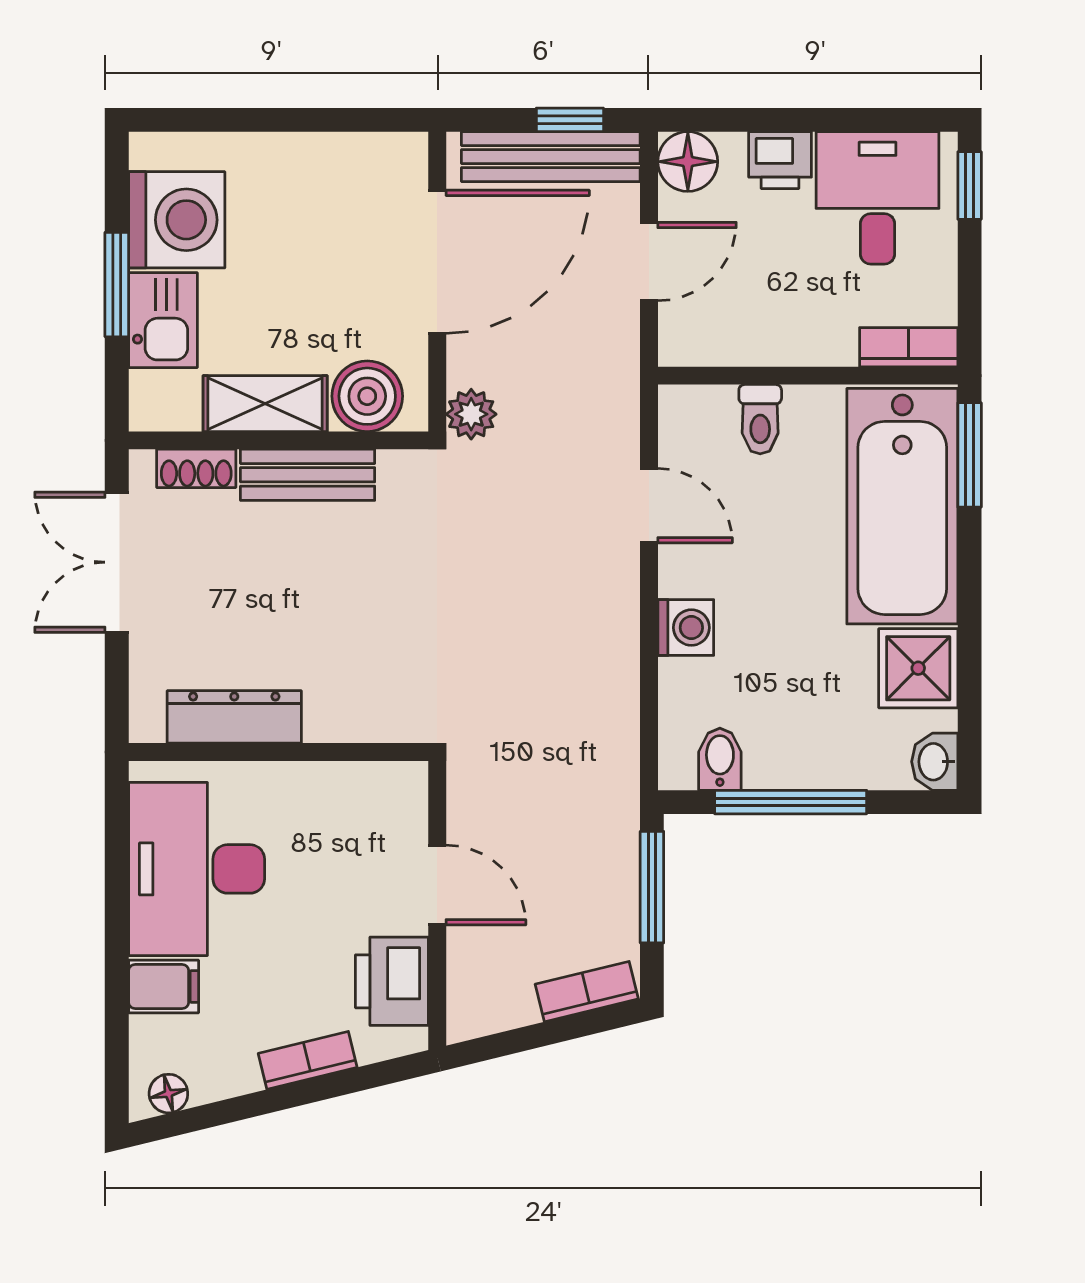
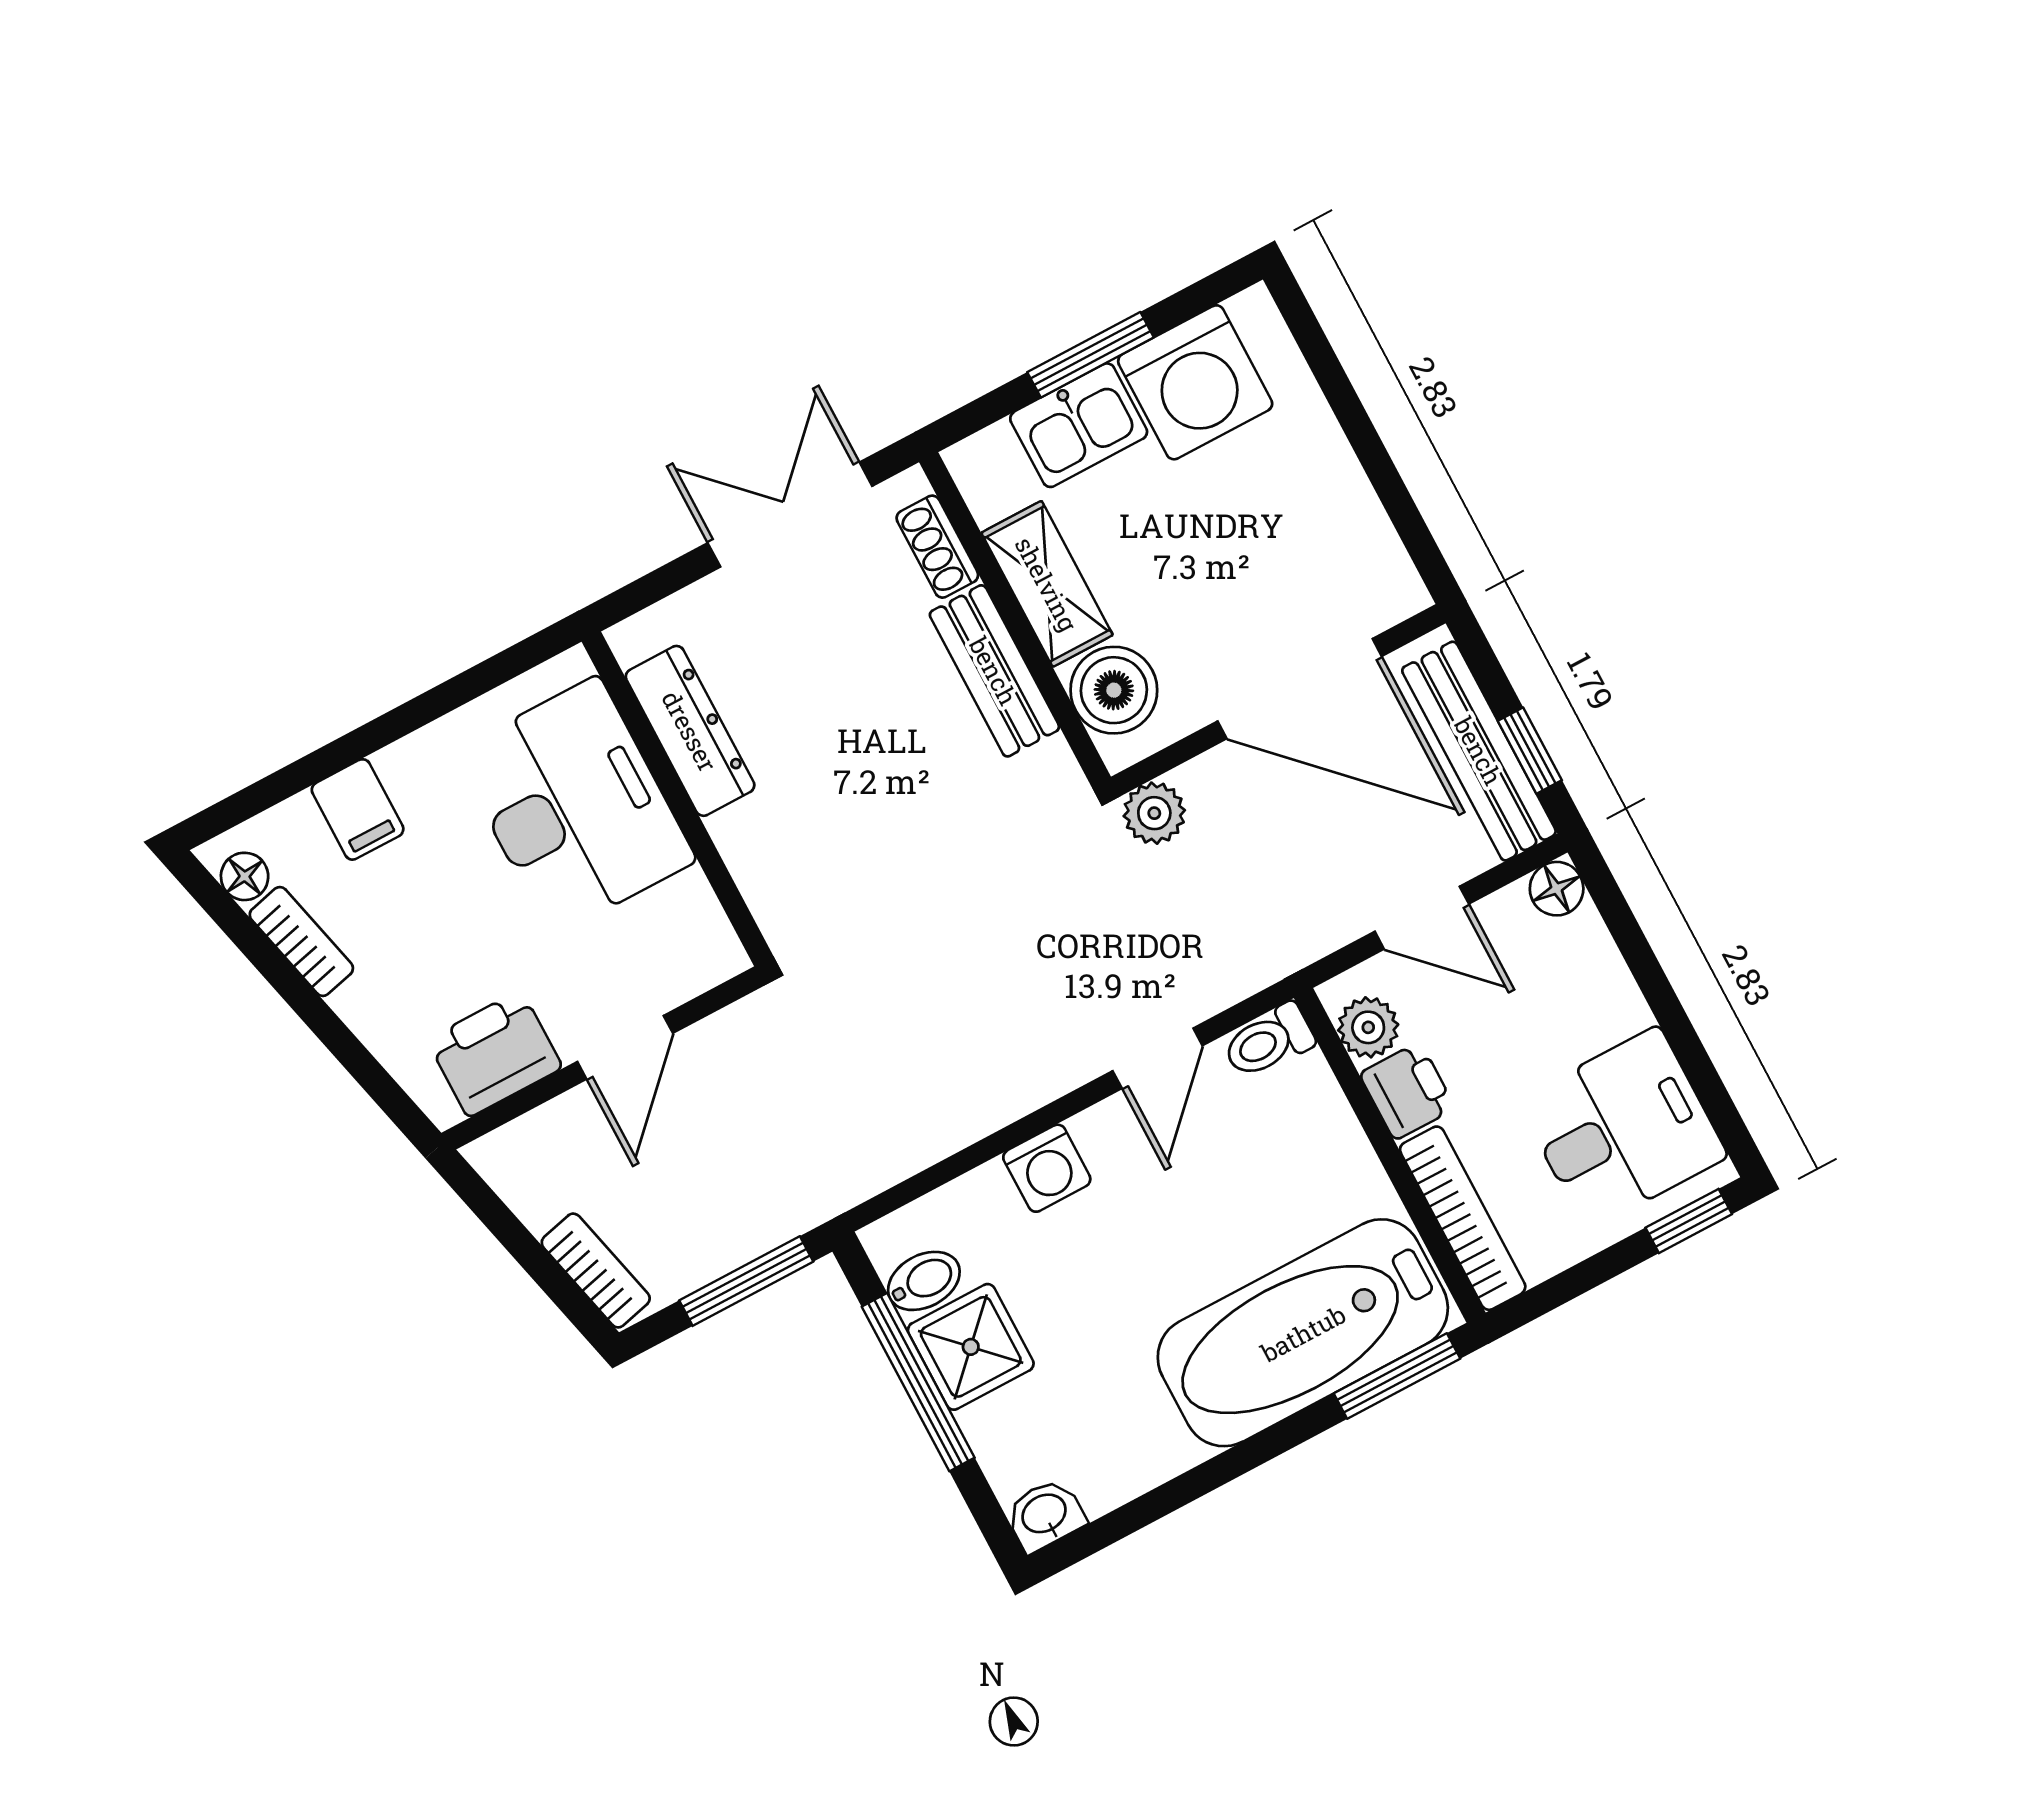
printer: (780, 160) -> (1407, 1091), moved, turned 180
floor lamp: (688, 162) -> (1557, 889), width x0.73, depth x0.73
plant: (707, 342) -> (1368, 1027), added
bookcase: (909, 347) -> (1463, 1218), width x1.56
toilet: (760, 419) -> (1269, 1041), moved
shower: (918, 668) -> (971, 1347), moved
desk: (197, 869) -> (575, 806), moved, turned 90
bookcase: (308, 1060) -> (301, 942), moved

